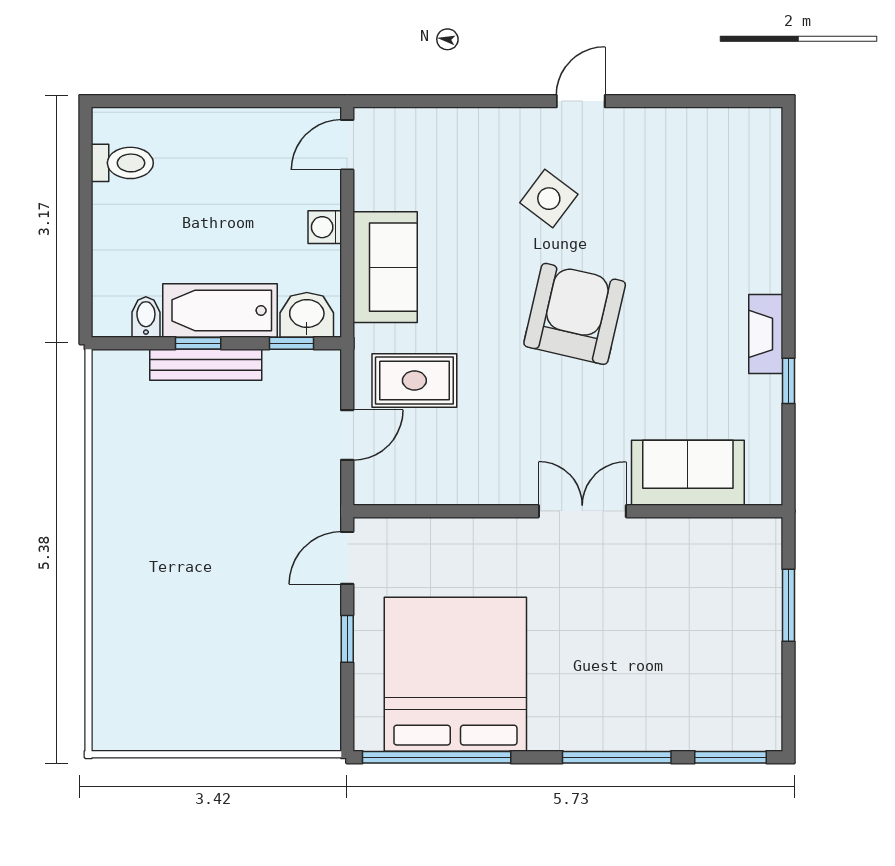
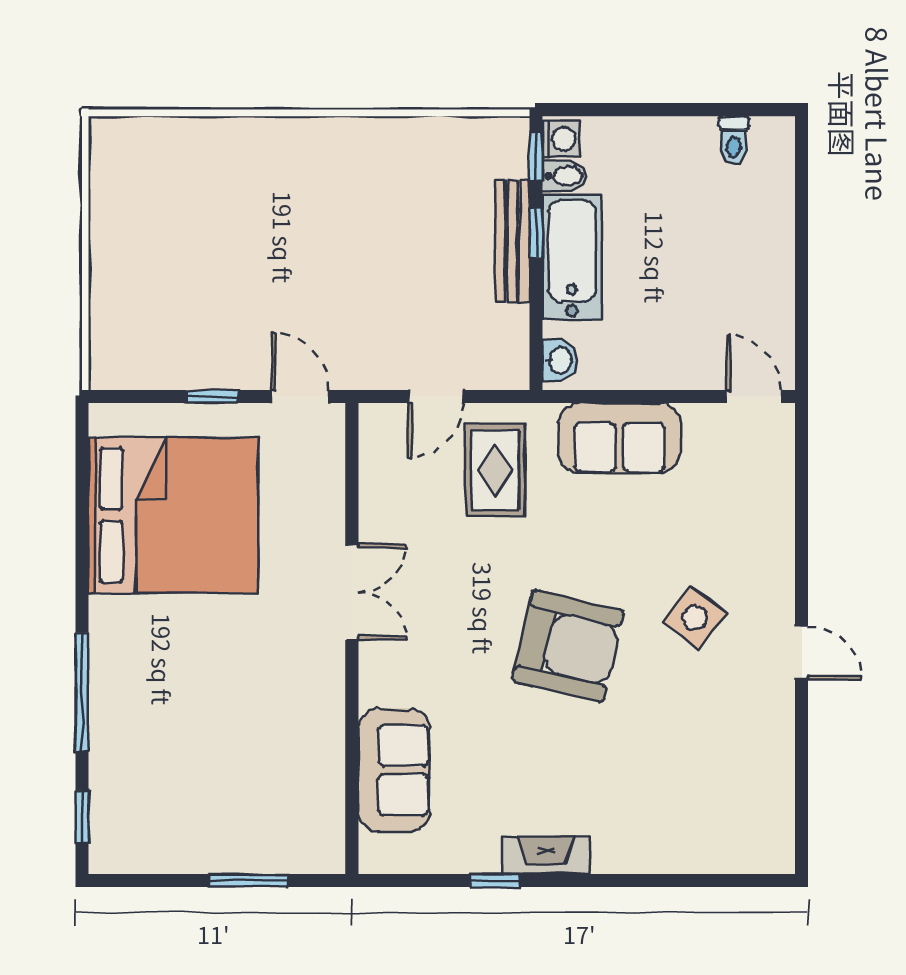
toilet: (122, 163) -> (734, 140), width x0.73, depth x0.72
washing machine: (325, 227) -> (561, 139), moved, turned 90
washbasin: (307, 315) -> (559, 360), width x0.72, depth x0.69
window: (292, 343) -> (536, 156), moved
door: (347, 435) -> (435, 397), hinge flipped
double door: (582, 511) -> (352, 592), moved
window: (437, 757) -> (82, 494), removed
window: (731, 757) -> (82, 817), width x0.67

